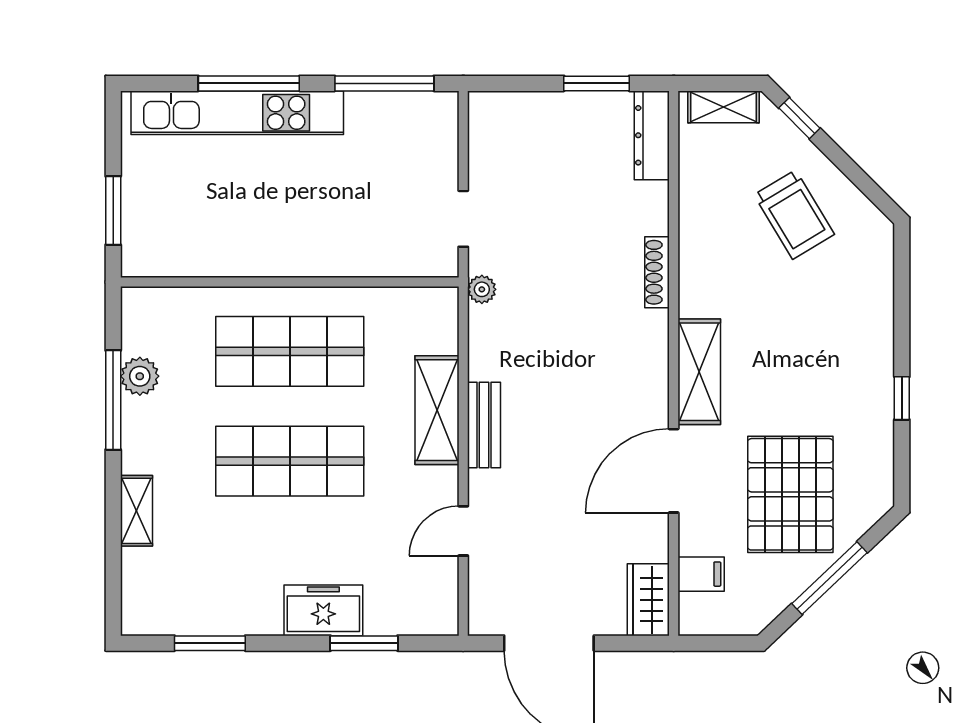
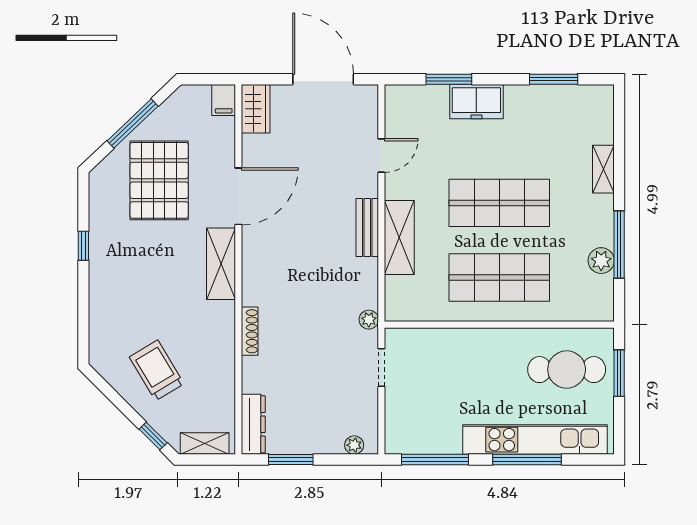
plant: (503, 105) -> (354, 445), added
cafe table: (191, 216) -> (567, 370), added
filing cabinet: (701, 574) -> (224, 100), moved, turned -90

